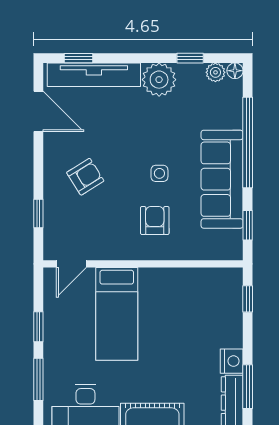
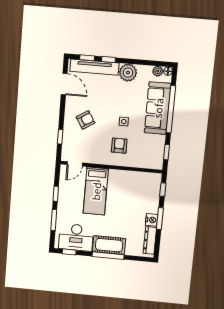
window: (190, 58) -> (108, 59), moved
sofa: (222, 179) -> (158, 108), moved
window: (248, 387) -> (160, 218), moved

